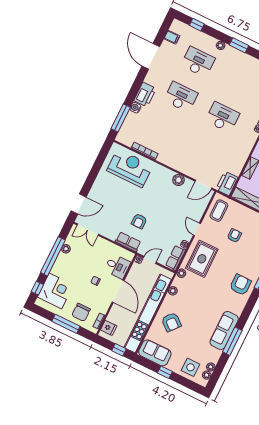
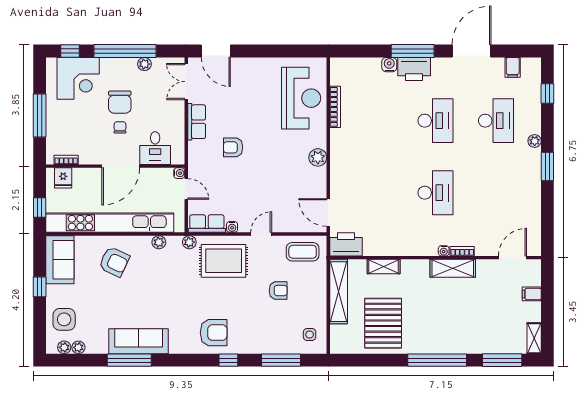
window: (121, 118) -> (413, 51), moved
plant: (179, 180) -> (318, 157), moved
row of seats: (128, 242) -> (197, 122), moved
chair: (81, 312) -> (120, 102), moved, turned -90
armchair: (171, 322) -> (114, 262), turned -105

